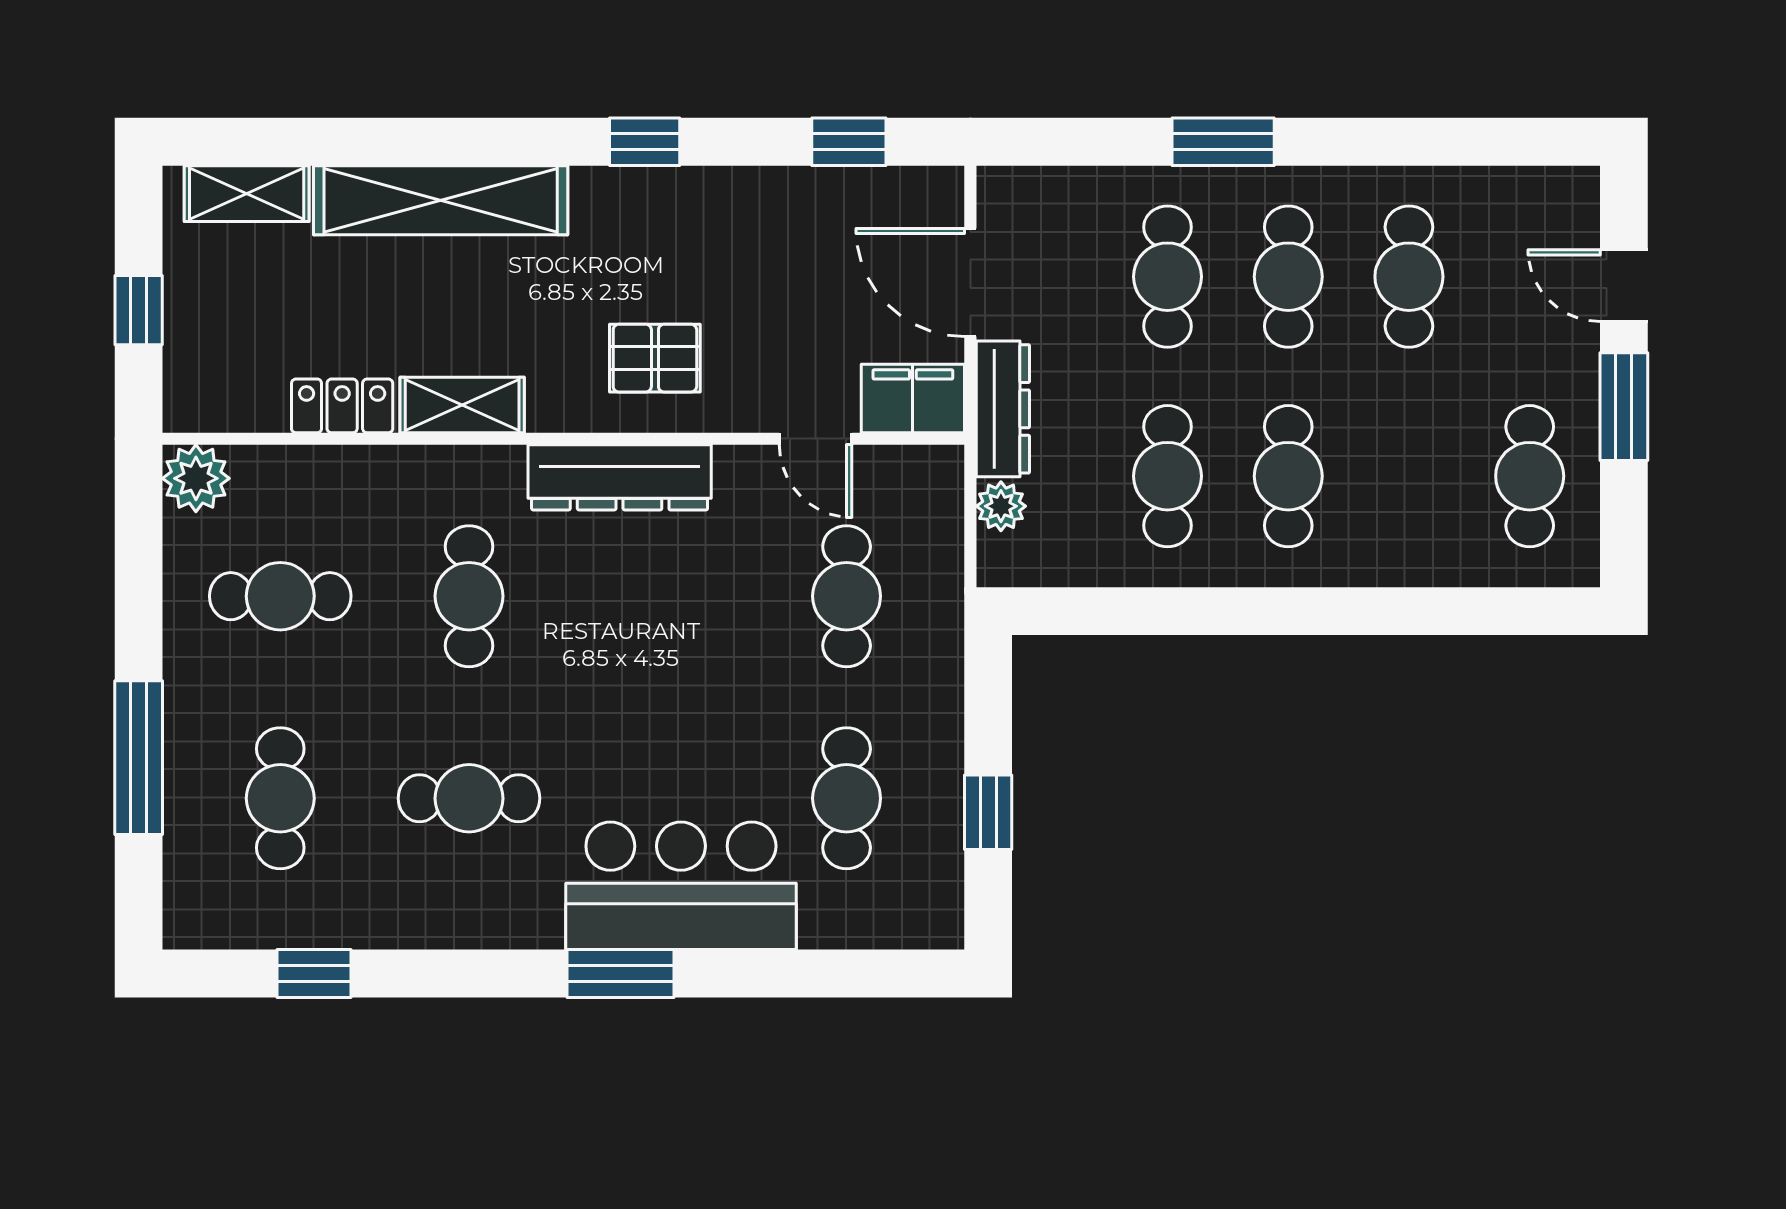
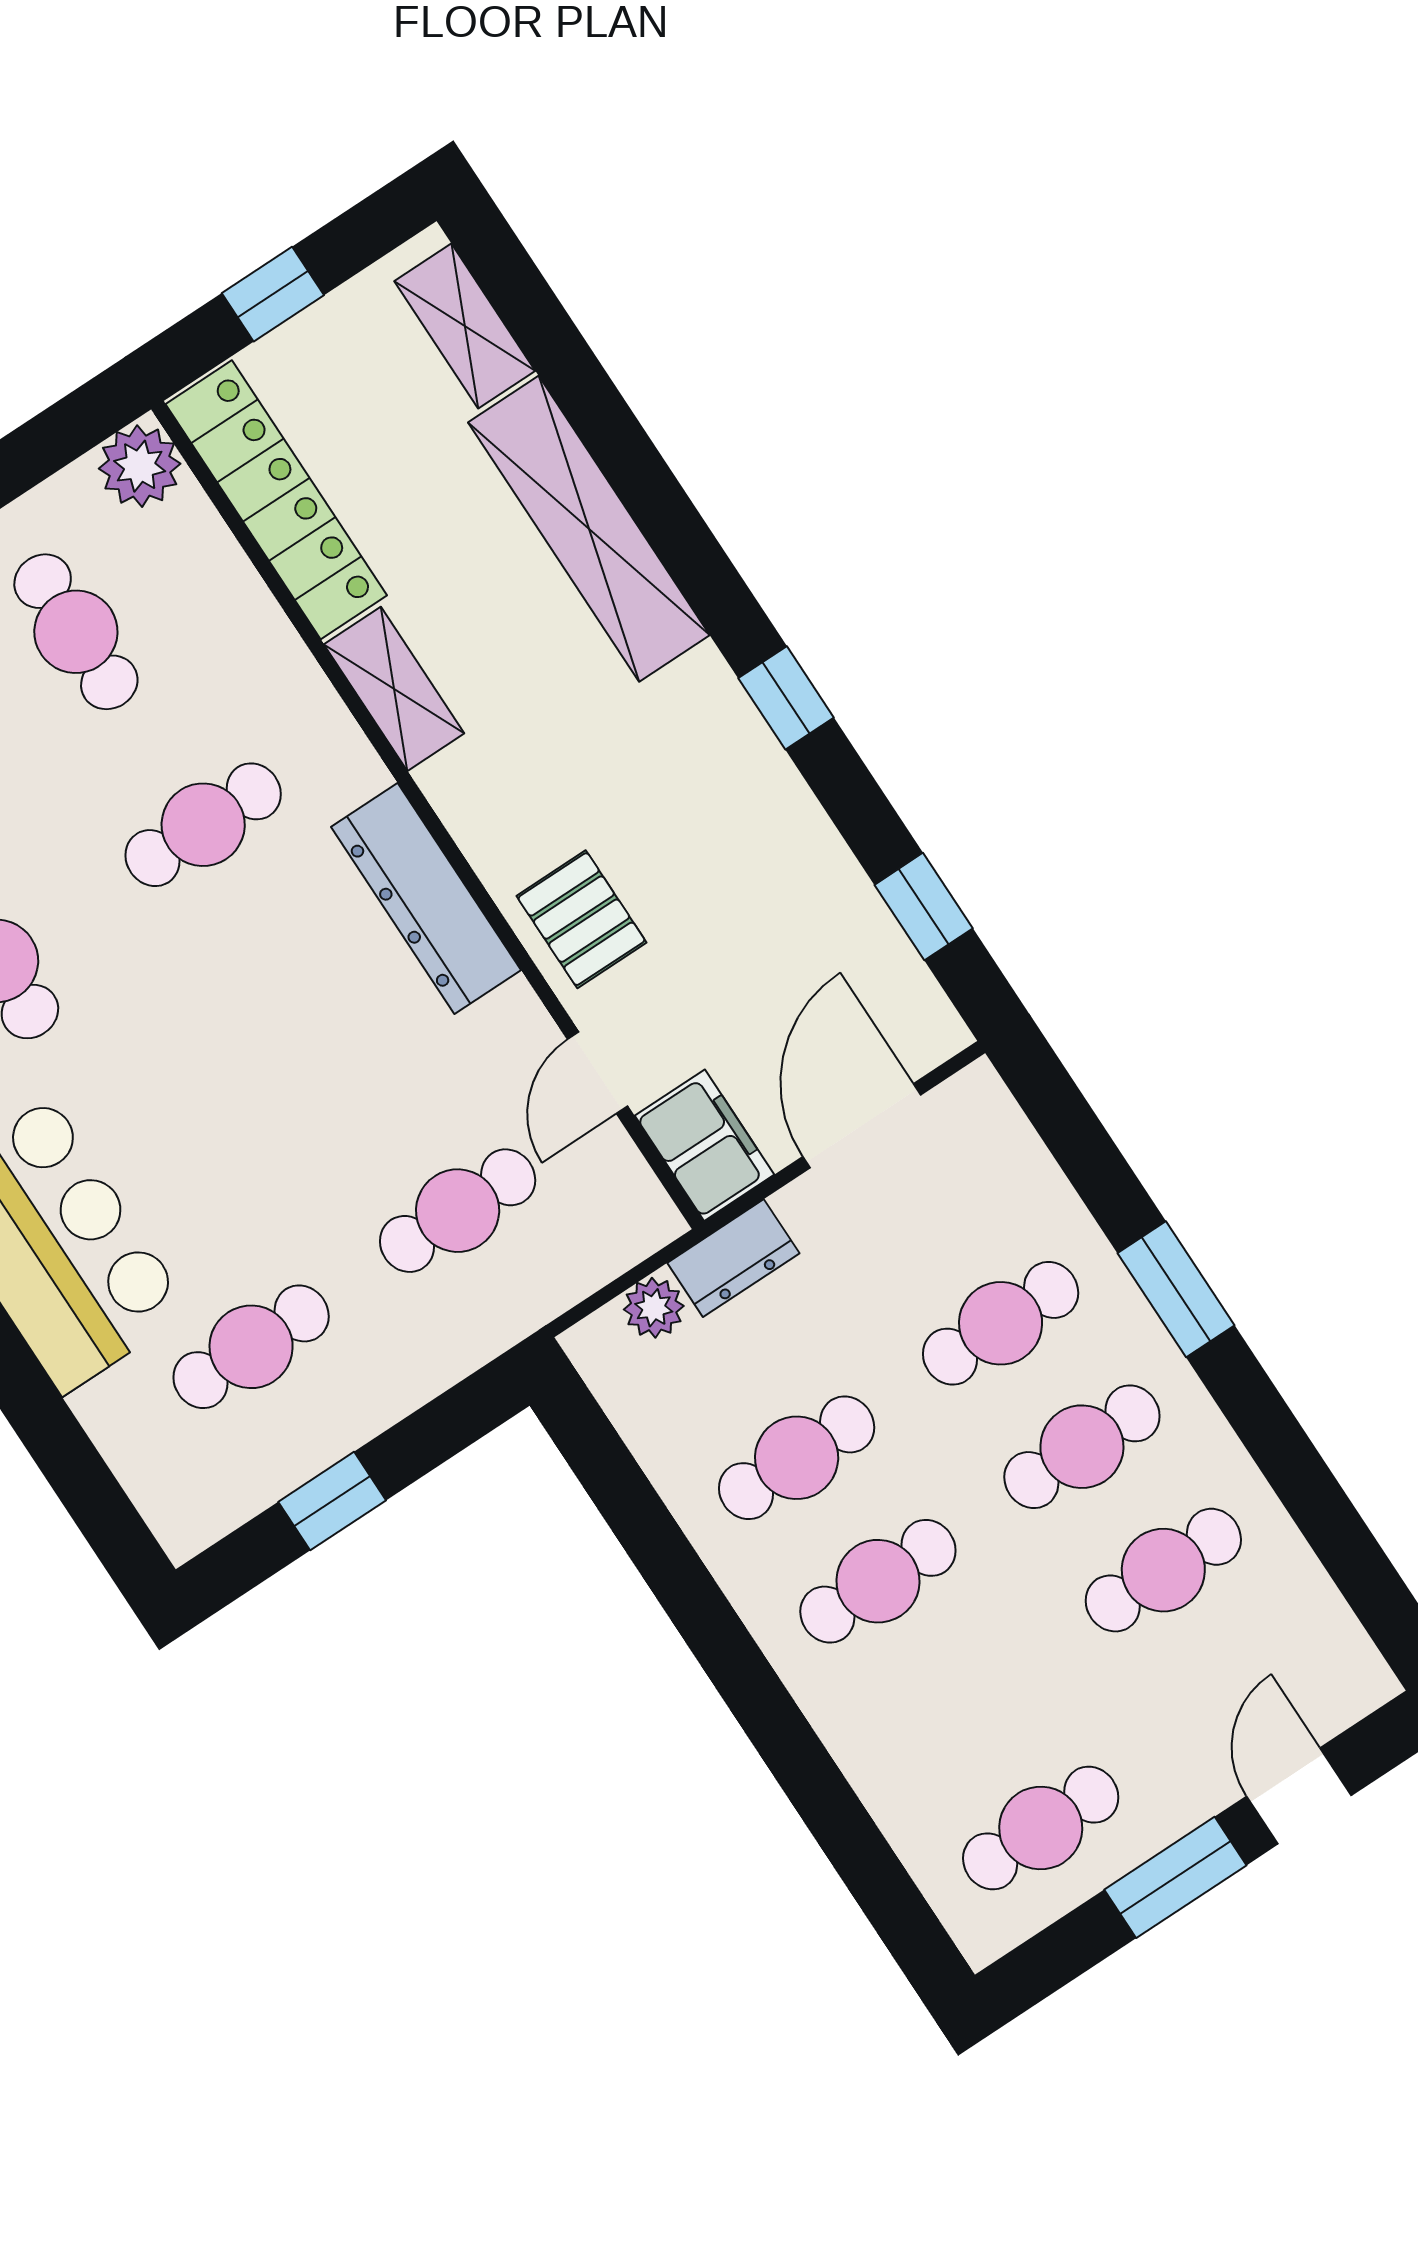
pallet: (655, 358) -> (581, 919), moved
locker: (342, 406) -> (276, 500), width x2.16, depth x1.21
dresser: (1003, 409) -> (733, 1258), width x0.70

